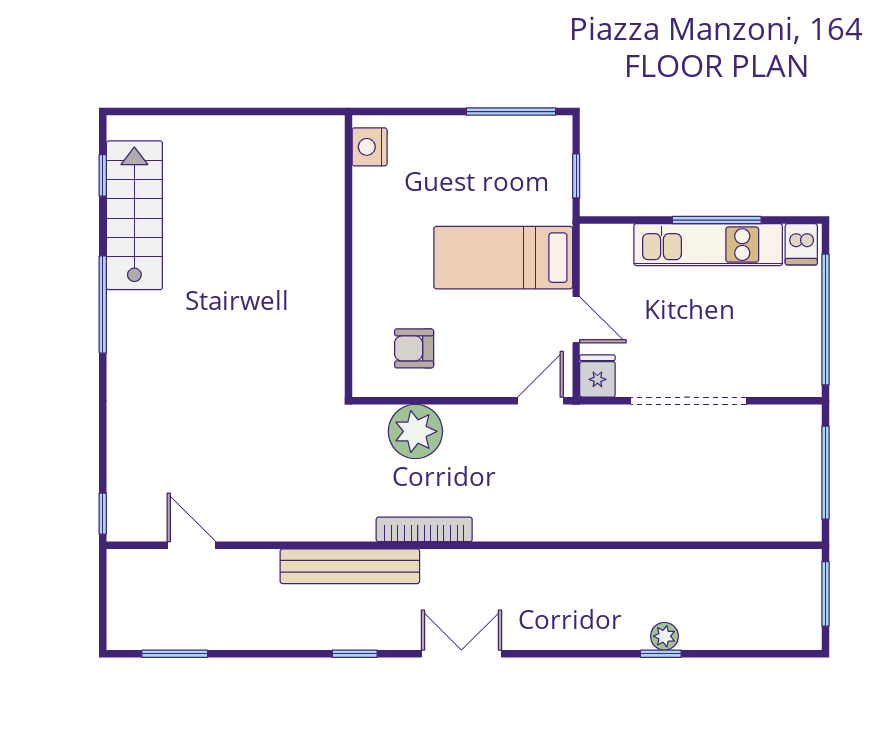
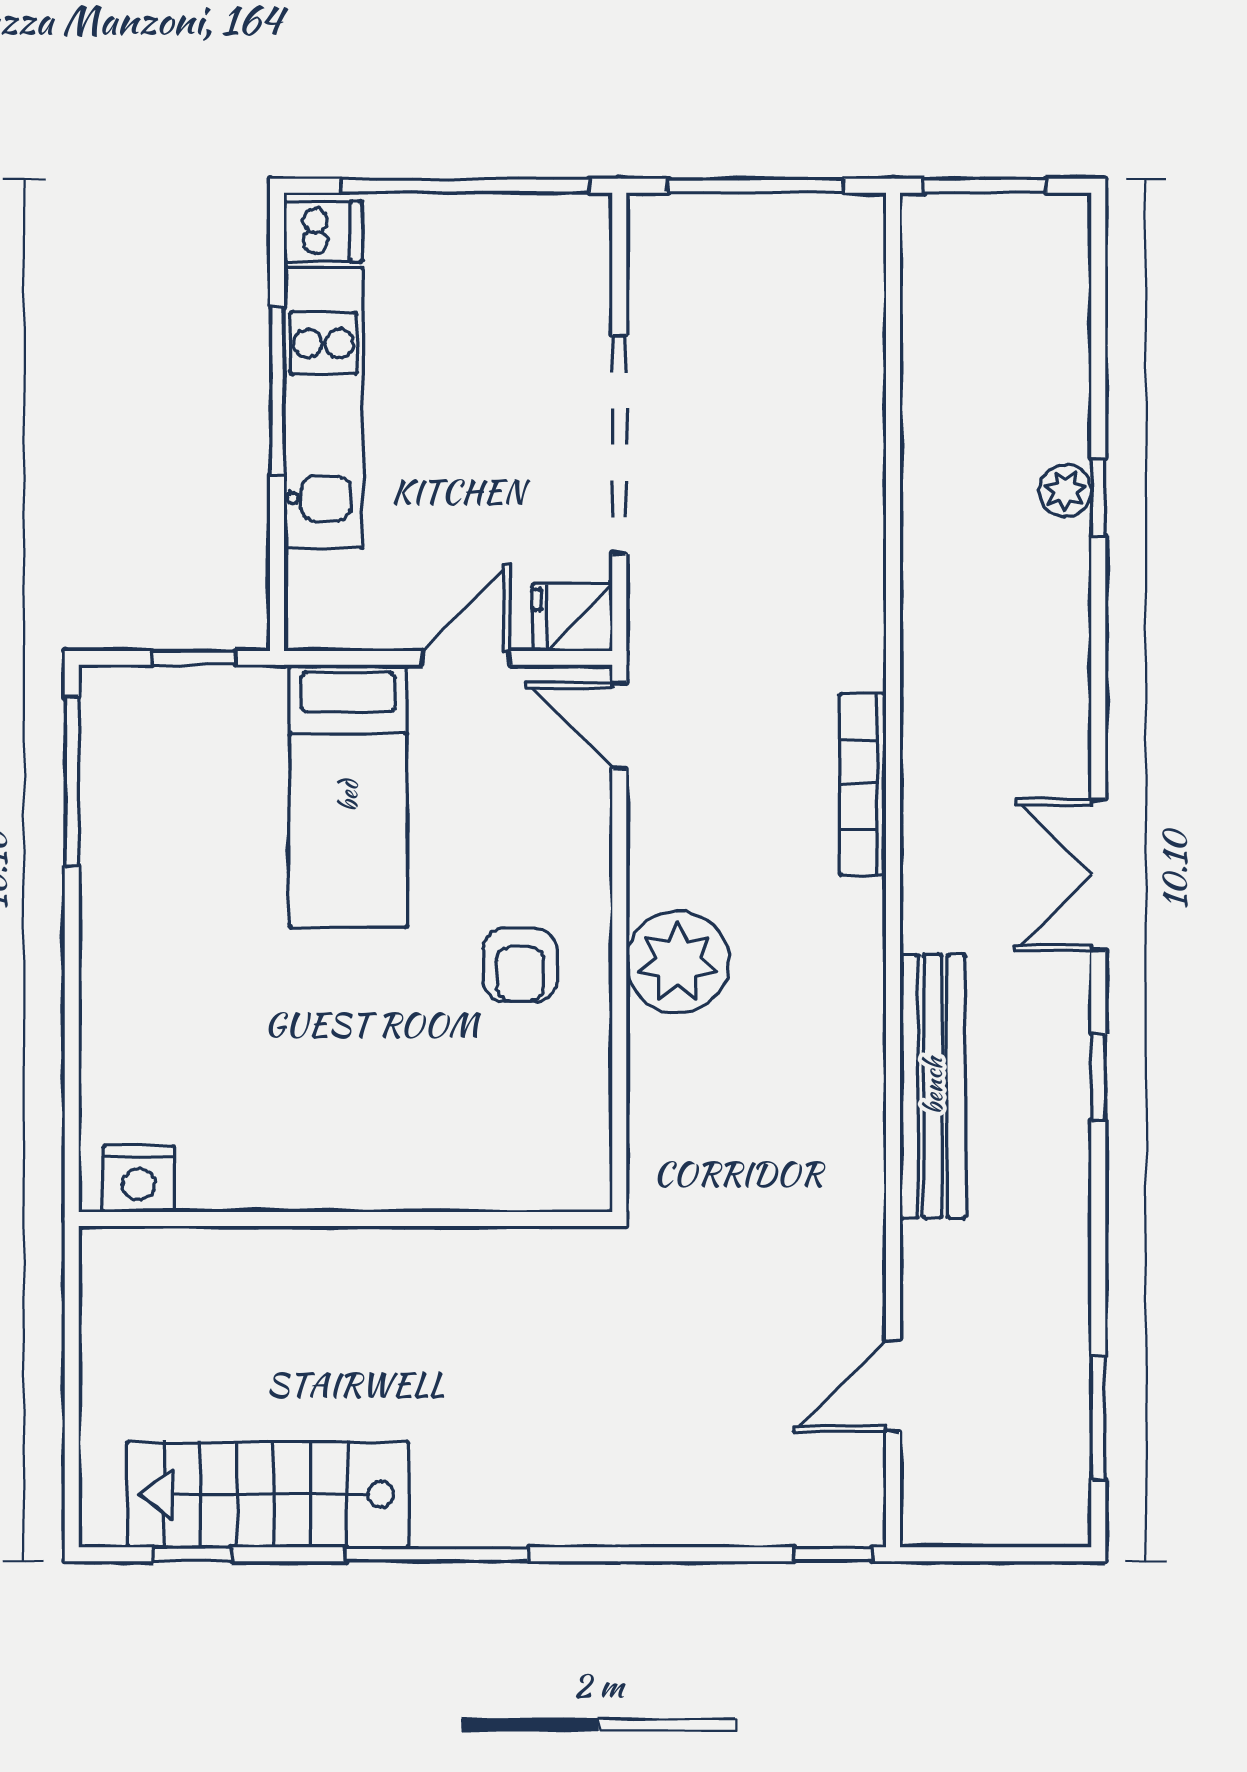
nightstand: (370, 147) -> (139, 1179), moved
wall: (348, 256) -> (346, 1219), moved
bookcase: (424, 529) -> (863, 784), moved

